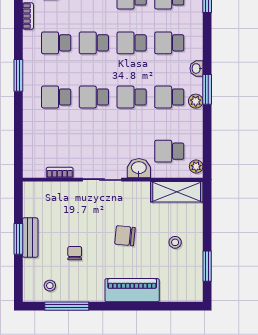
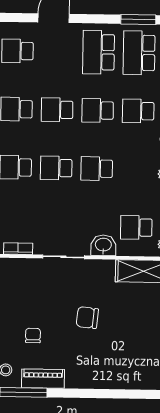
school desk: (169, 97) -> (137, 169), removed
stool: (175, 242) -> (141, 326), removed
piano: (132, 290) -> (43, 379), moved, width x0.73, depth x0.75

